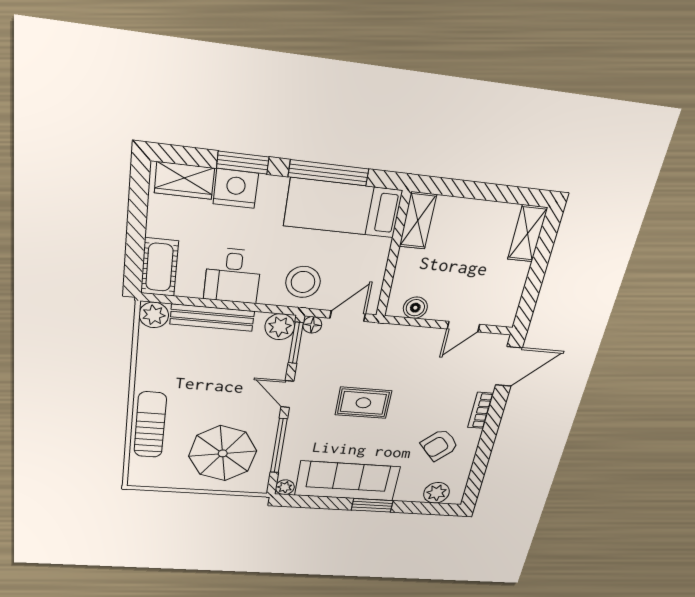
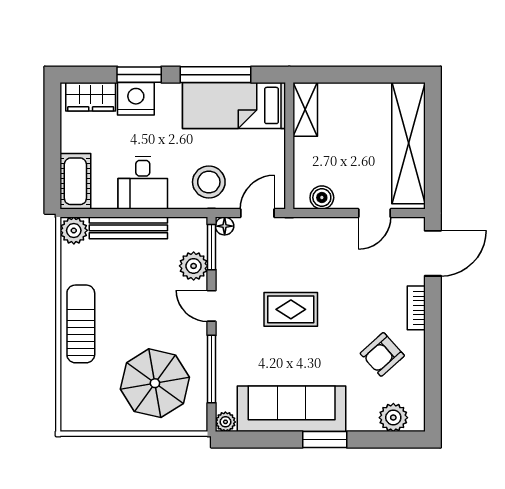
shelving: (527, 233) -> (409, 143), width x2.20, depth x1.33
plant: (280, 327) -> (194, 266), moved
sun lounger: (150, 425) -> (81, 324), moved

